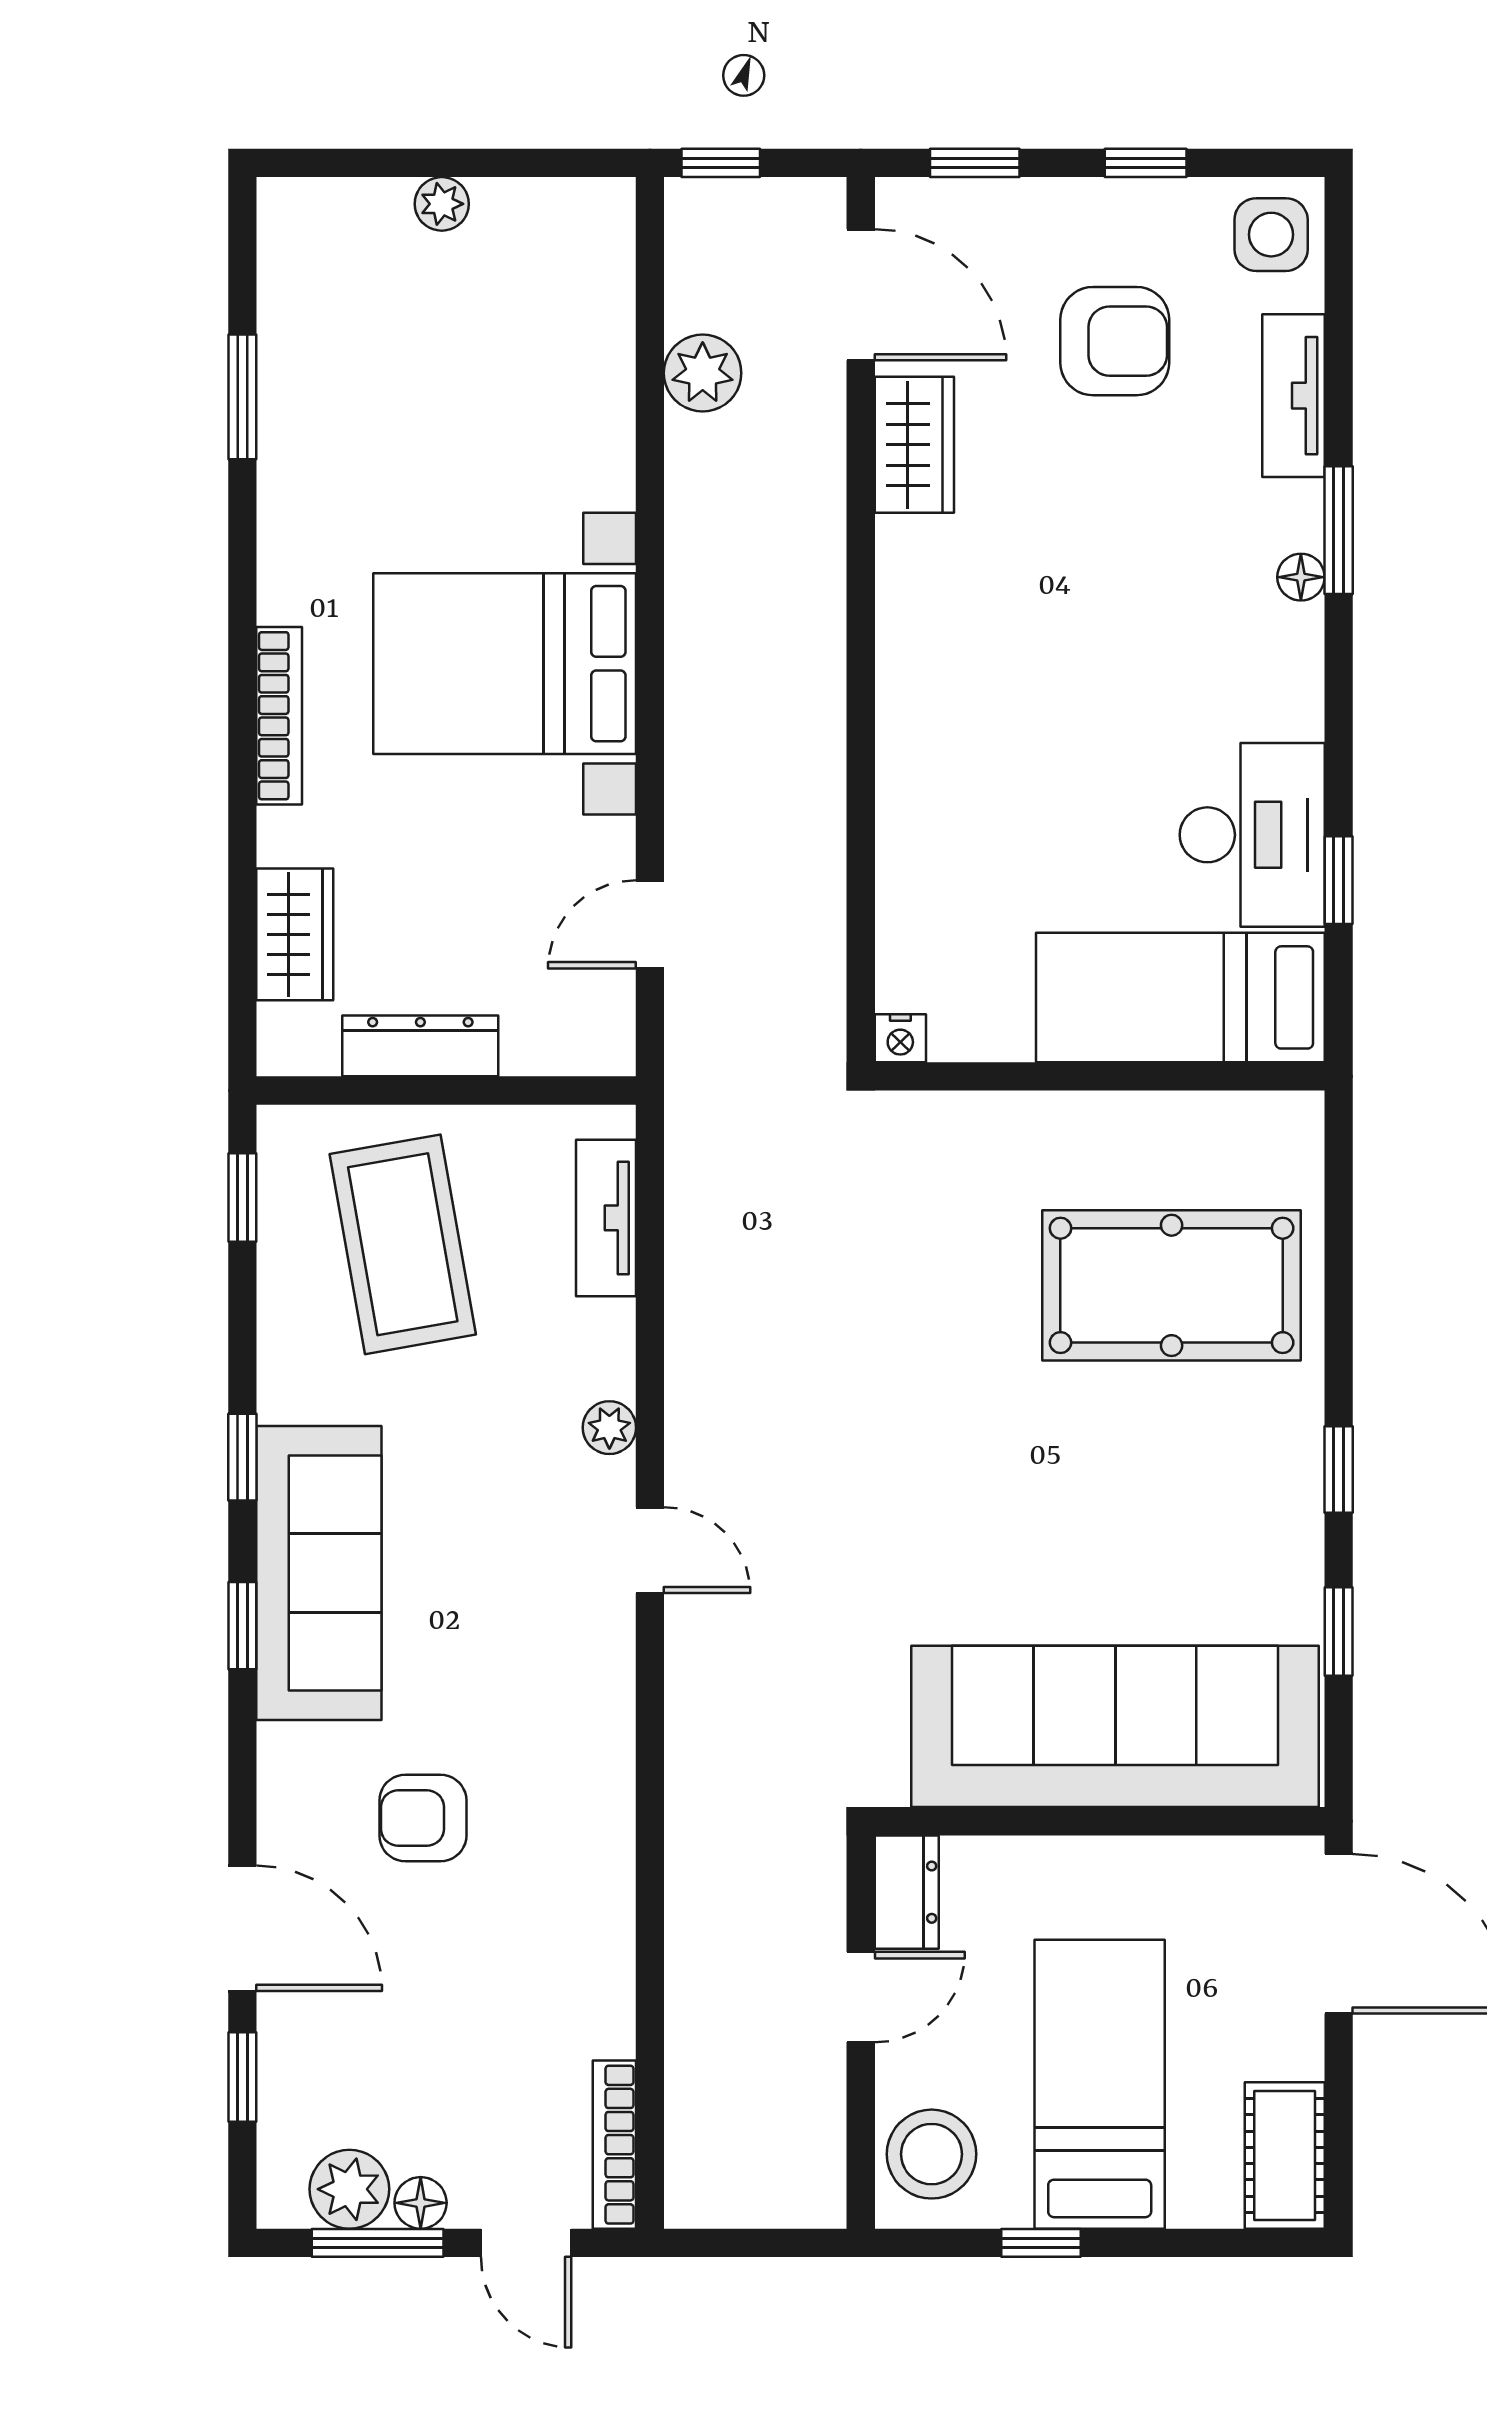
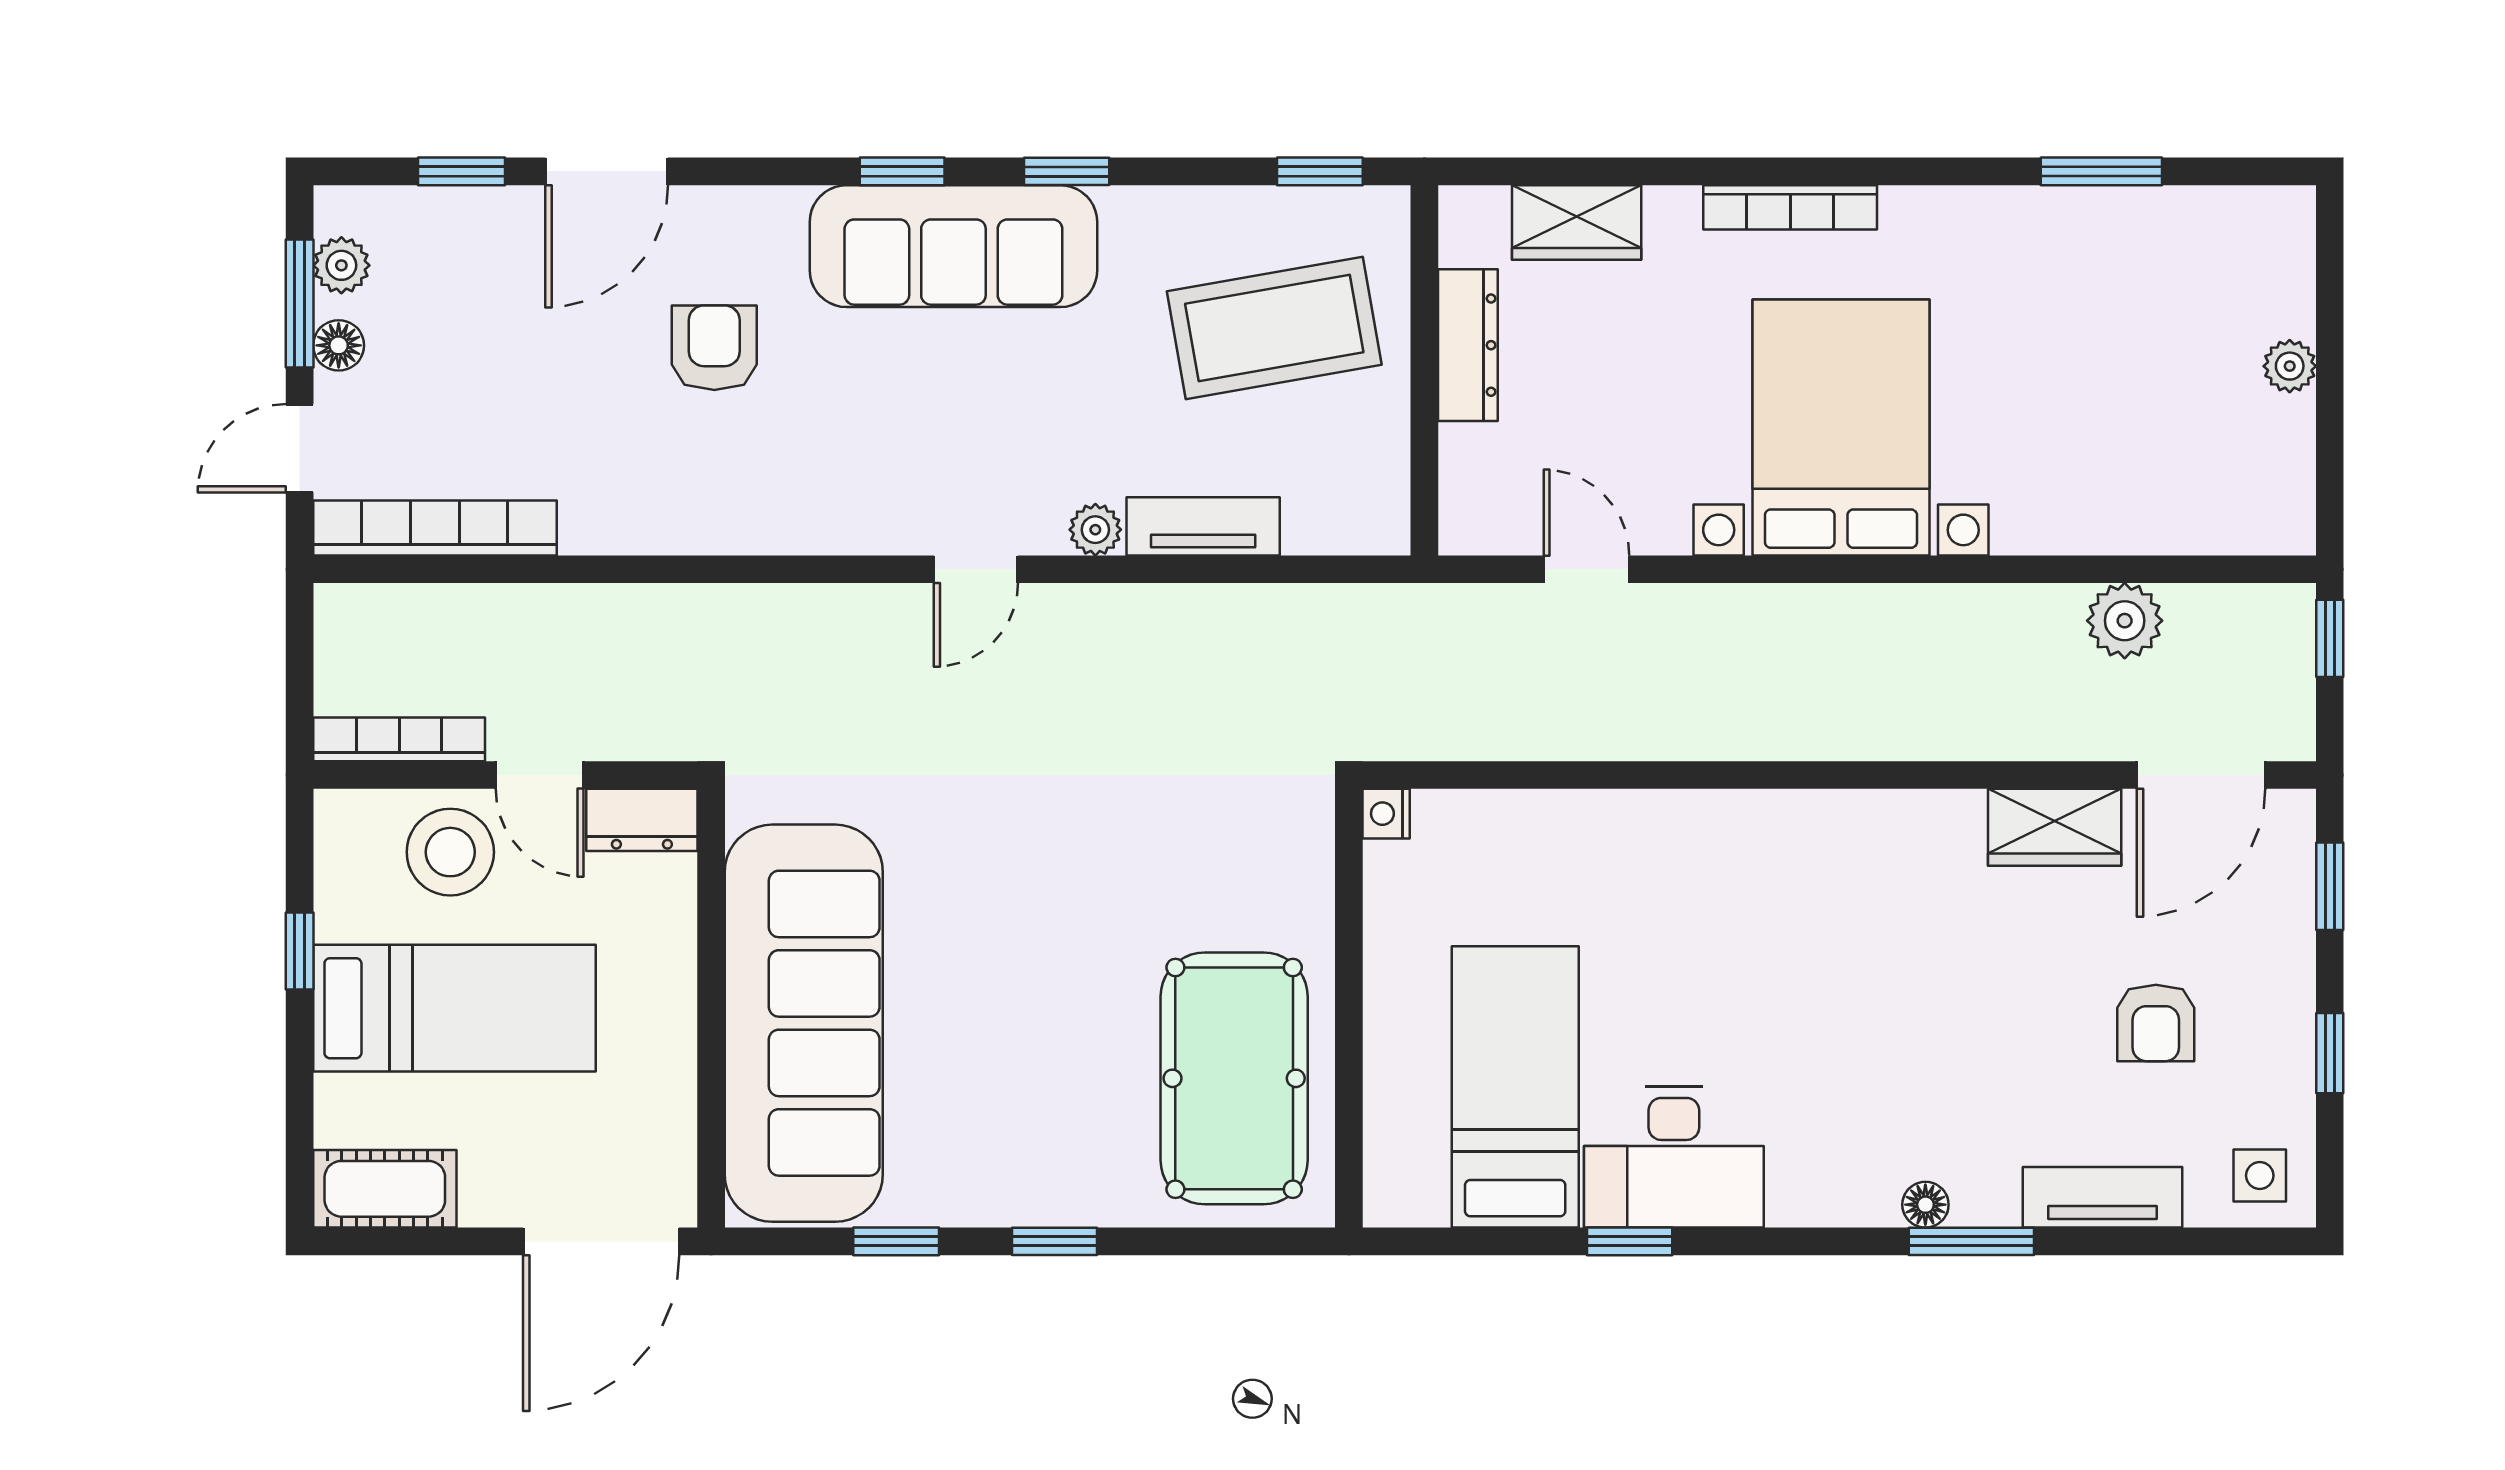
side table: (1271, 235) -> (2260, 1176), width x0.73, depth x0.73
armchair: (1115, 341) -> (2156, 1023), width x0.72, depth x0.72
nightstand: (900, 1038) -> (1386, 814), moved
wall: (1100, 1076) -> (1349, 1008), moved
tv unit: (606, 1218) -> (1203, 526), moved
bookcase: (824, 2141) -> (399, 739), added
bookcase: (614, 2145) -> (435, 528), width x1.48, depth x1.31
stool: (932, 2154) -> (450, 852), moved
plant: (349, 2189) -> (341, 265), width x0.73, depth x0.73

